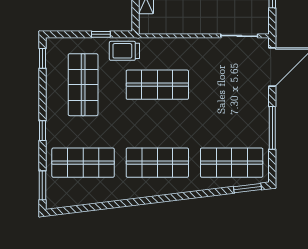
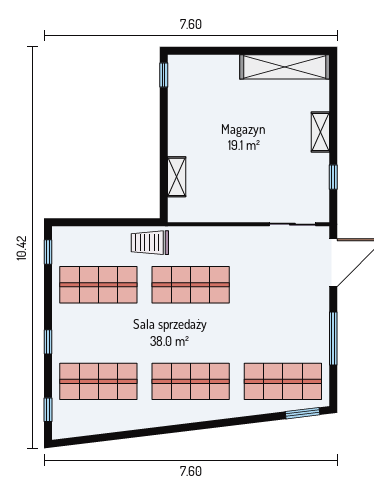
window: (101, 34) -> (121, 222), removed
shop shelf: (83, 85) -> (98, 285), turned 90
window: (42, 185) -> (48, 410), width x0.67

